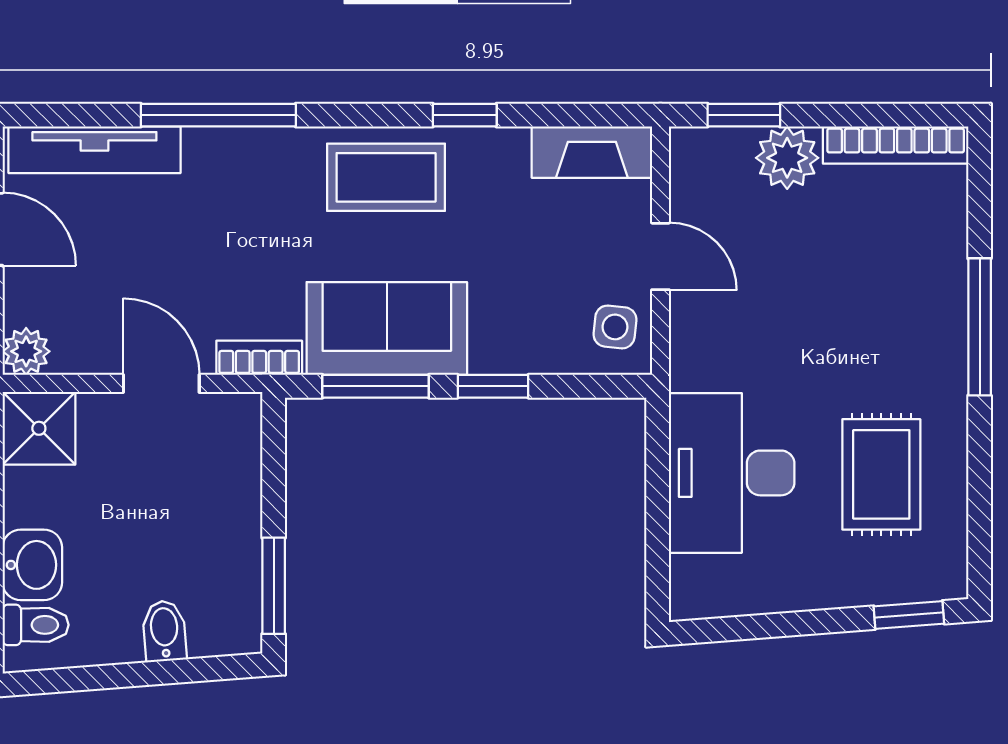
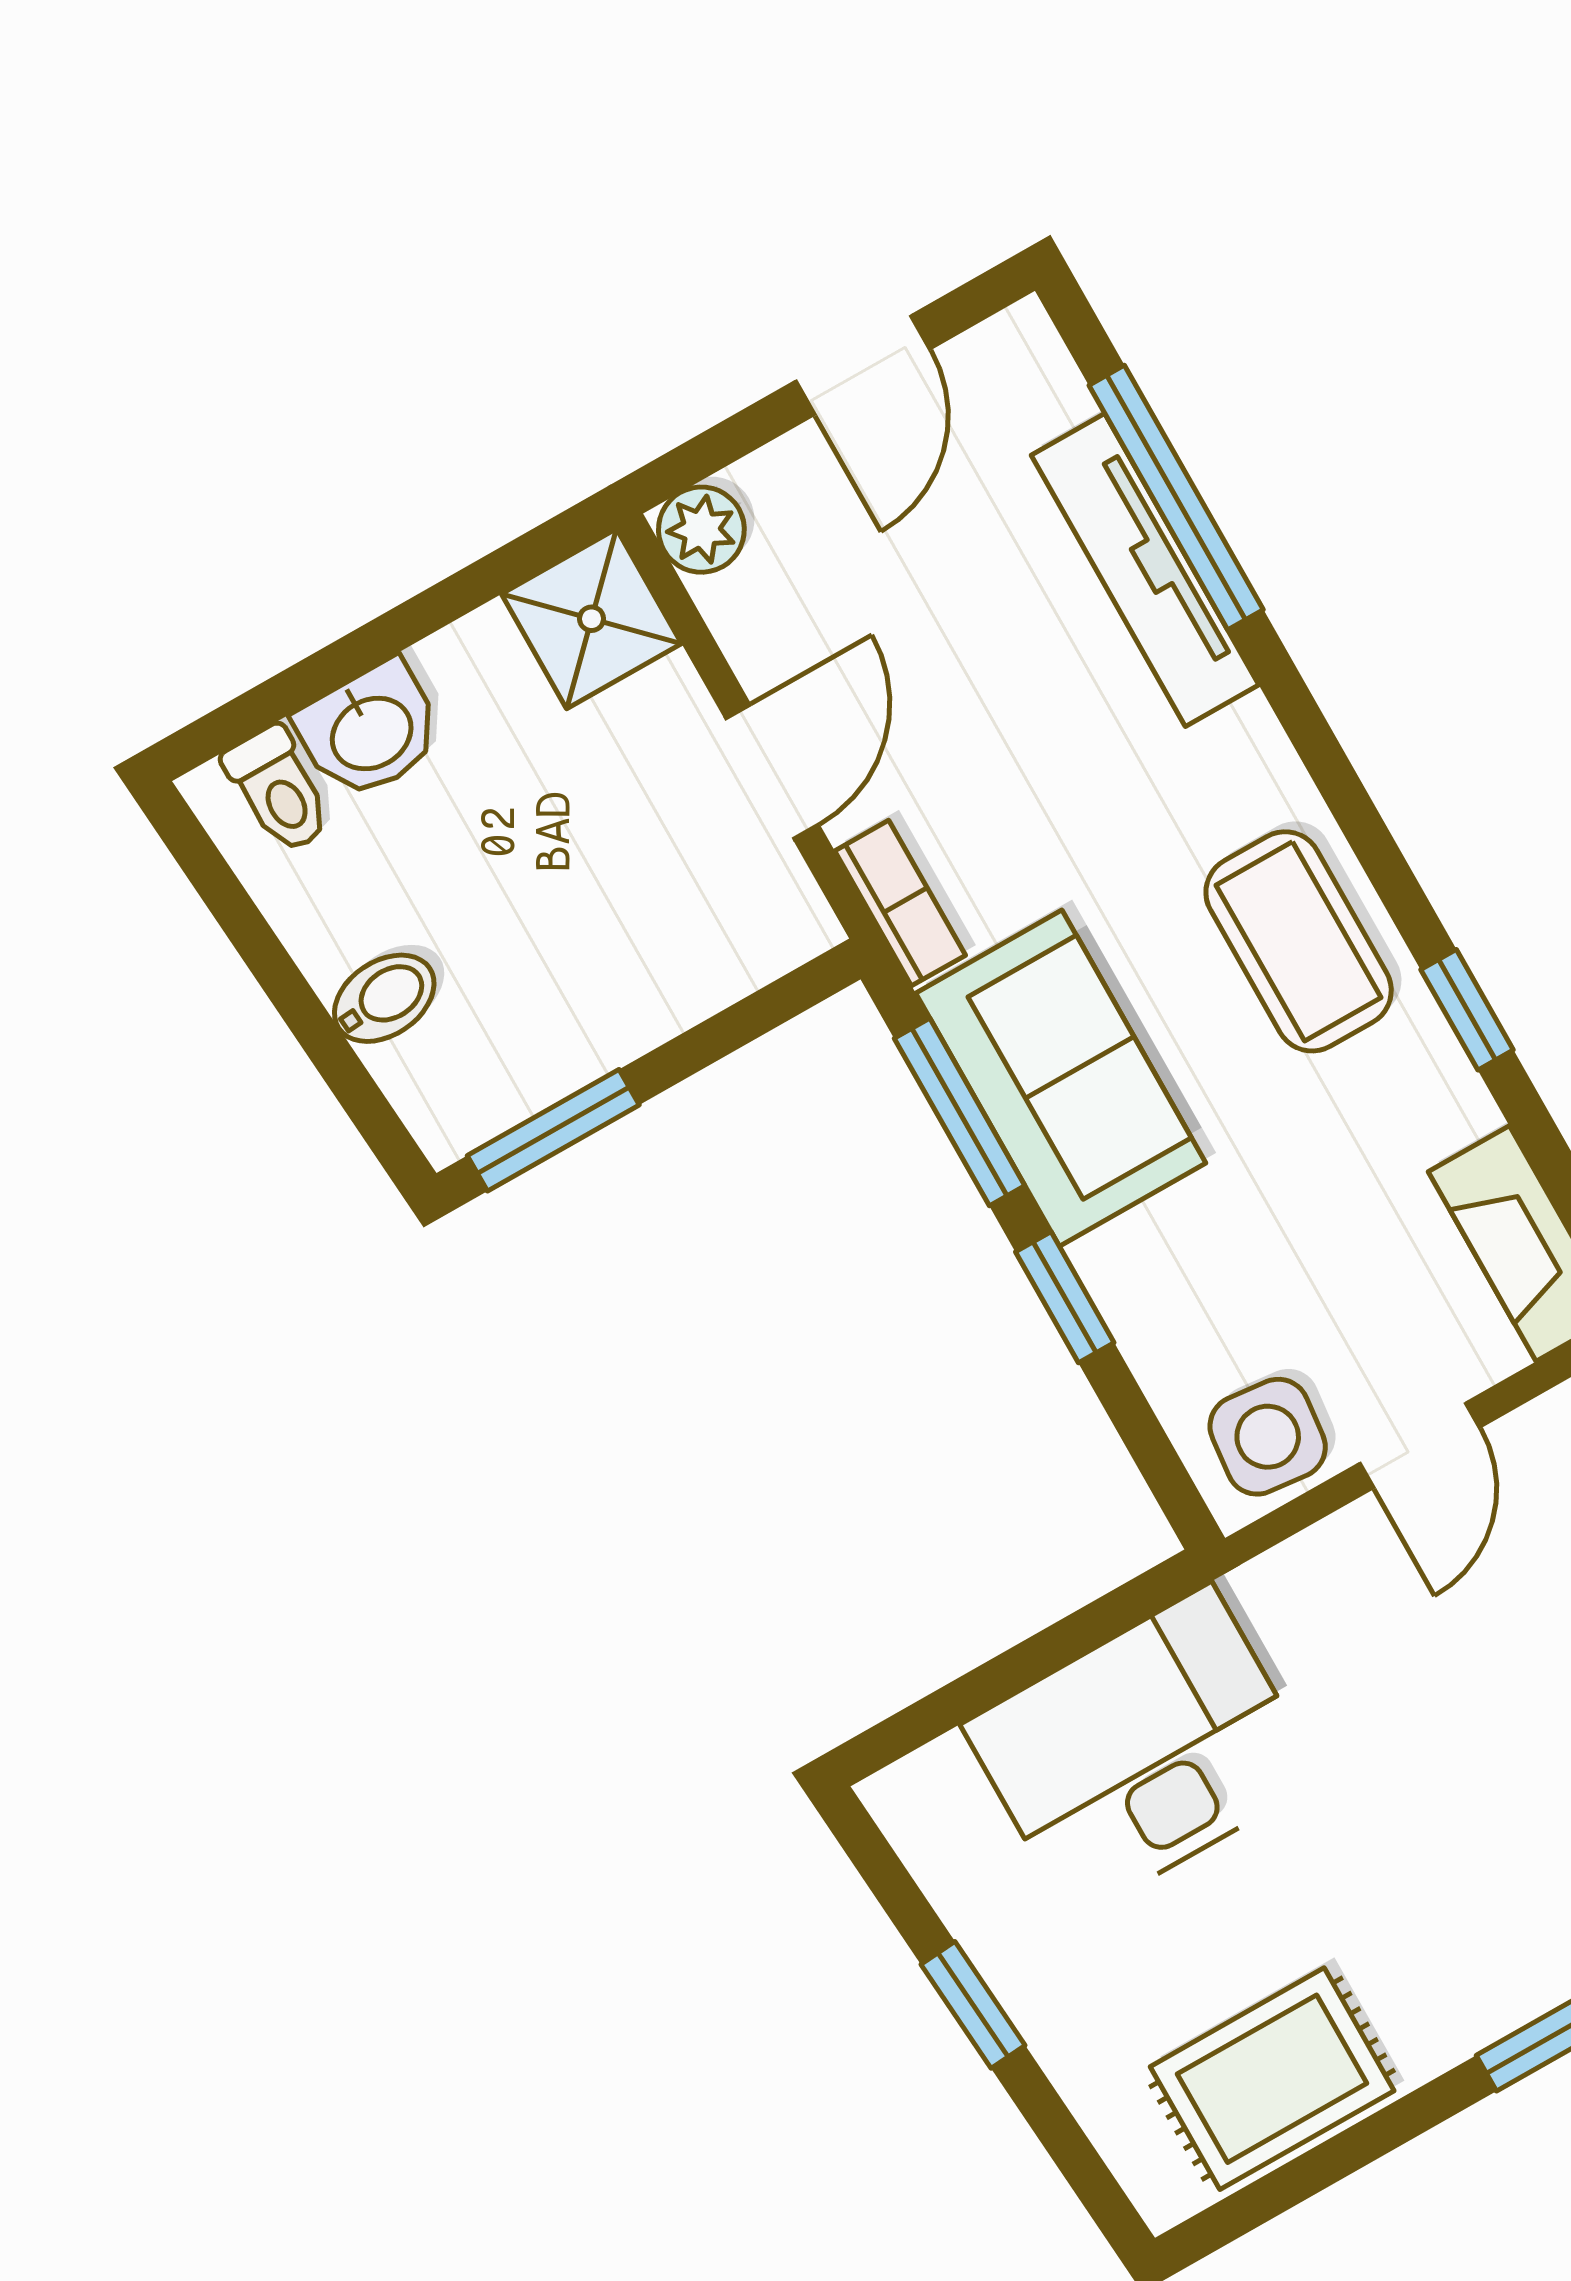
window: (218, 115) -> (1176, 497), moved
tv unit: (94, 150) -> (1145, 570), moved
side table: (615, 327) -> (1268, 1437), width x1.37, depth x1.37
rug: (881, 474) -> (1272, 2079), moved
window: (909, 615) -> (973, 2005), moved

